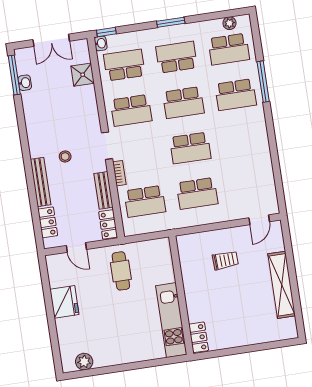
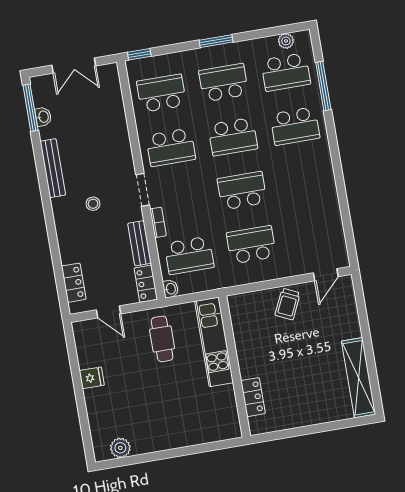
washbasin: (101, 43) -> (170, 289), moved
shower: (83, 75) -> (112, 106), removed
window: (263, 82) -> (323, 86), moved
school desk: (190, 148) -> (242, 191), turned 180
bench: (40, 182) -> (53, 168), moved
school desk: (197, 193) -> (251, 245), turned 180
trolley: (225, 260) -> (288, 304), moved, turned 118
shelving: (282, 285) -> (359, 378), moved
fridge: (64, 302) -> (92, 378), width x0.53, depth x0.75
kitchen unit: (171, 320) -> (214, 342), moved
locker: (199, 337) -> (253, 397), moved

